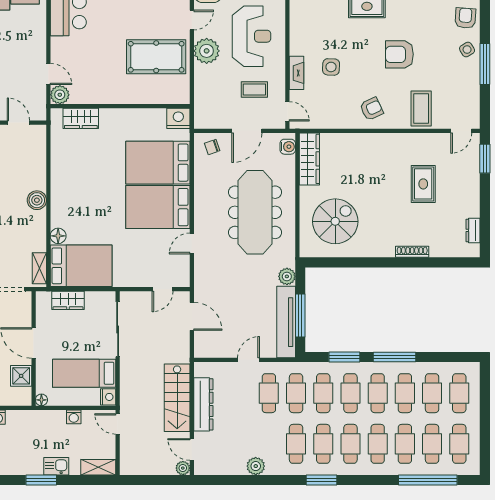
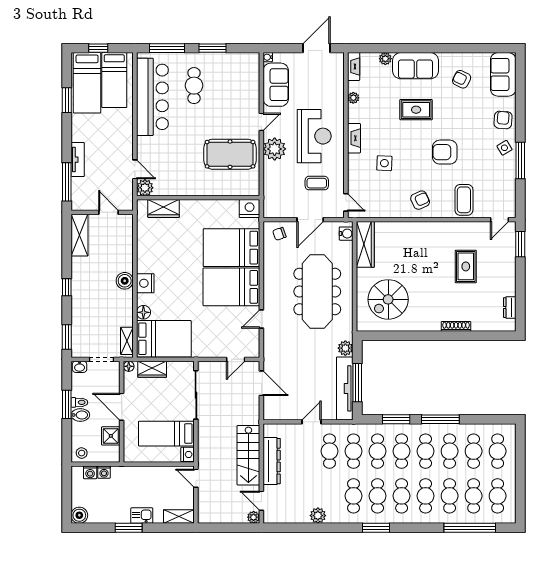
fireplace: (297, 73) -> (354, 138), moved
nightstand: (60, 203) -> (145, 283), added
spiral stairs: (335, 221) -> (388, 299), turned 180
floor lamp: (41, 400) -> (129, 366), moved
washing machine: (74, 417) -> (104, 472), moved

